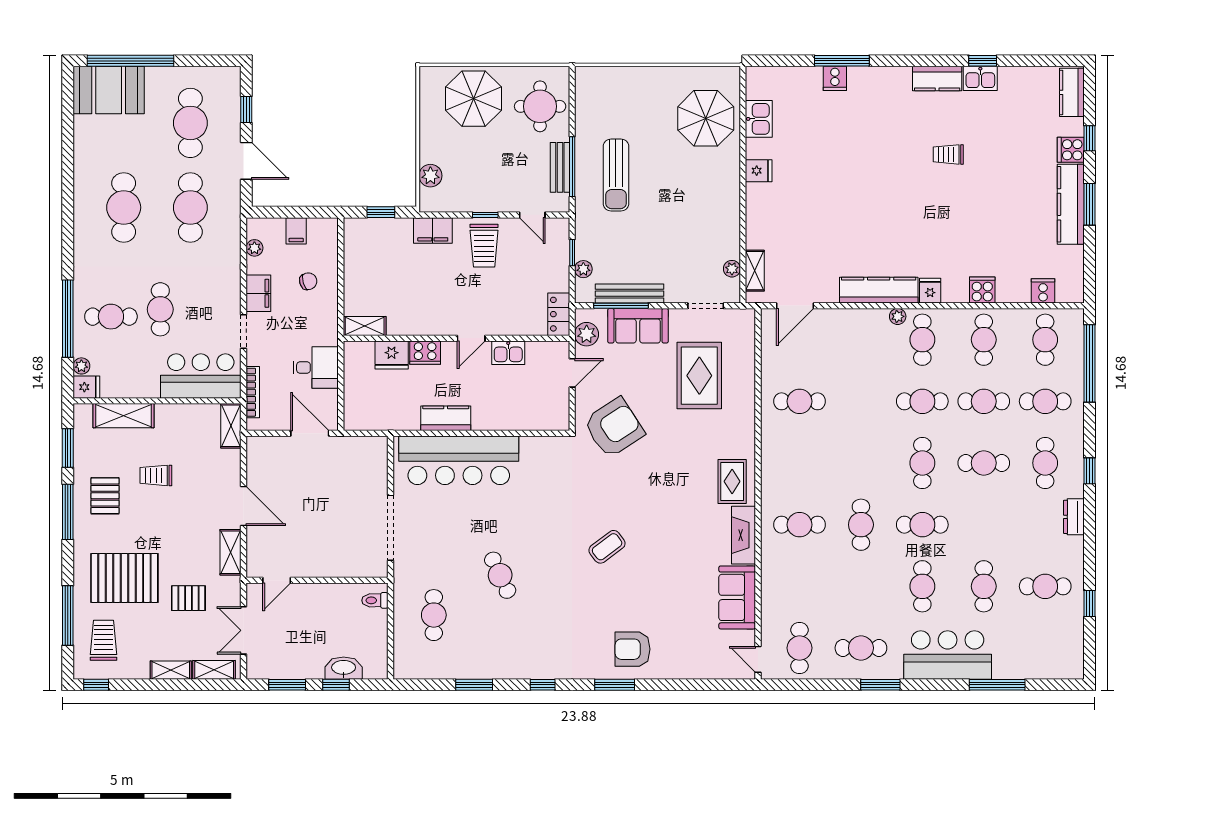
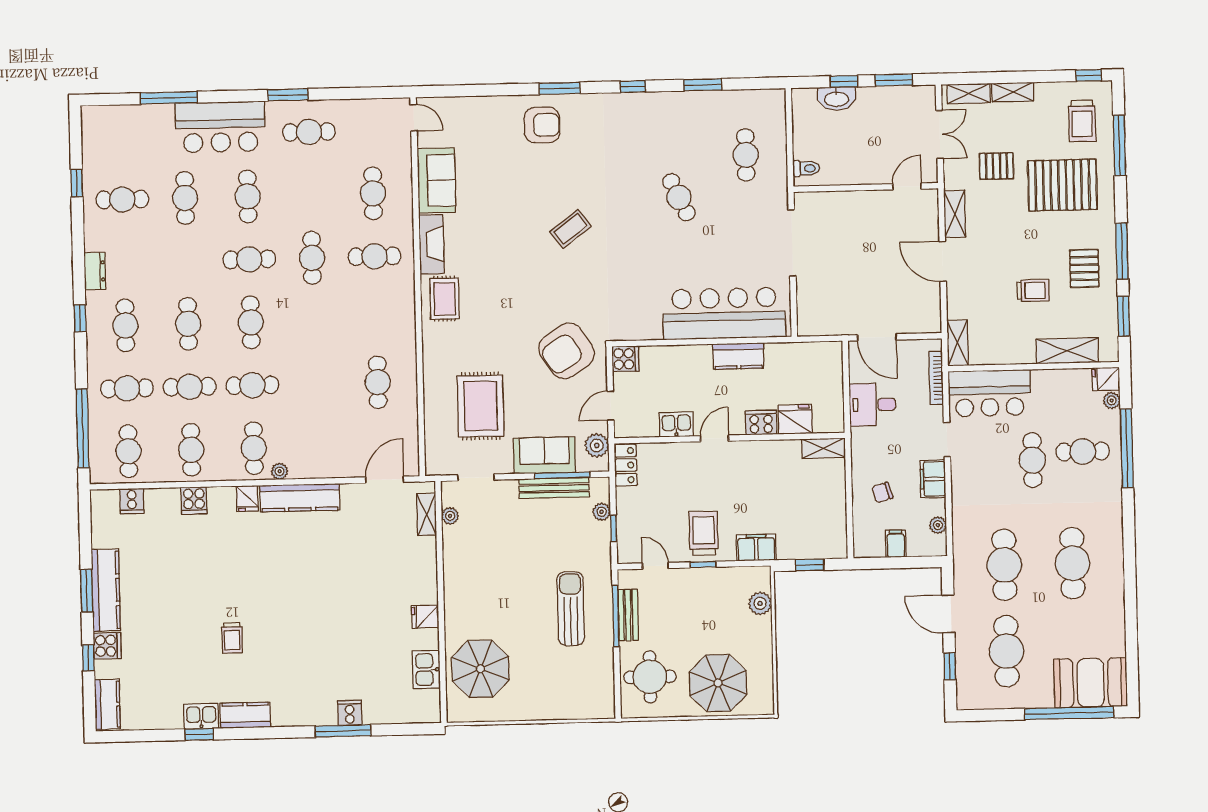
trolley: (948, 154) -> (232, 638), turned 90
cafe table: (800, 401) -> (378, 382), turned 90
cooker: (556, 418) -> (625, 359), added
cafe table: (984, 463) -> (188, 324), turned 90
cafe table: (800, 648) -> (373, 193), moved

